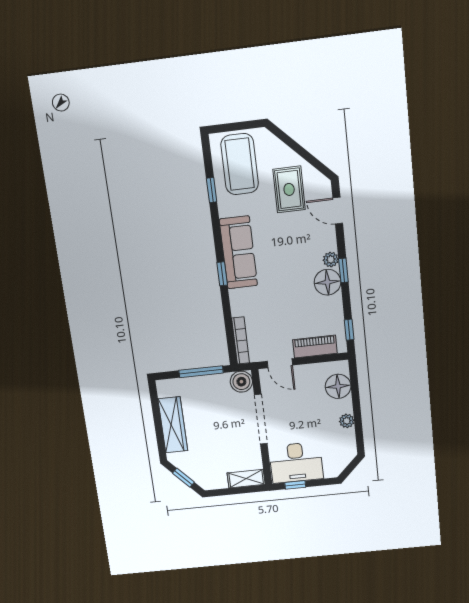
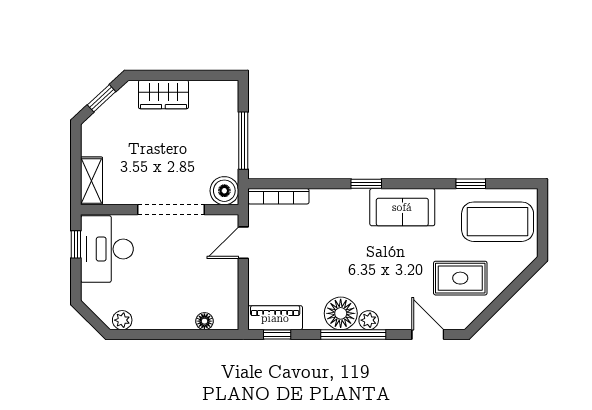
door: (338, 211) -> (428, 335), hinge flipped
sofa: (238, 252) -> (402, 207), width x0.73
window: (343, 270) -> (353, 335), width x2.17
piano: (315, 347) -> (275, 318), moved, turned -90
floor lamp: (338, 386) -> (204, 321), width x0.53, depth x0.53
plant: (347, 421) -> (122, 320), moved
wardrobe: (173, 425) -> (163, 95), width x0.67

